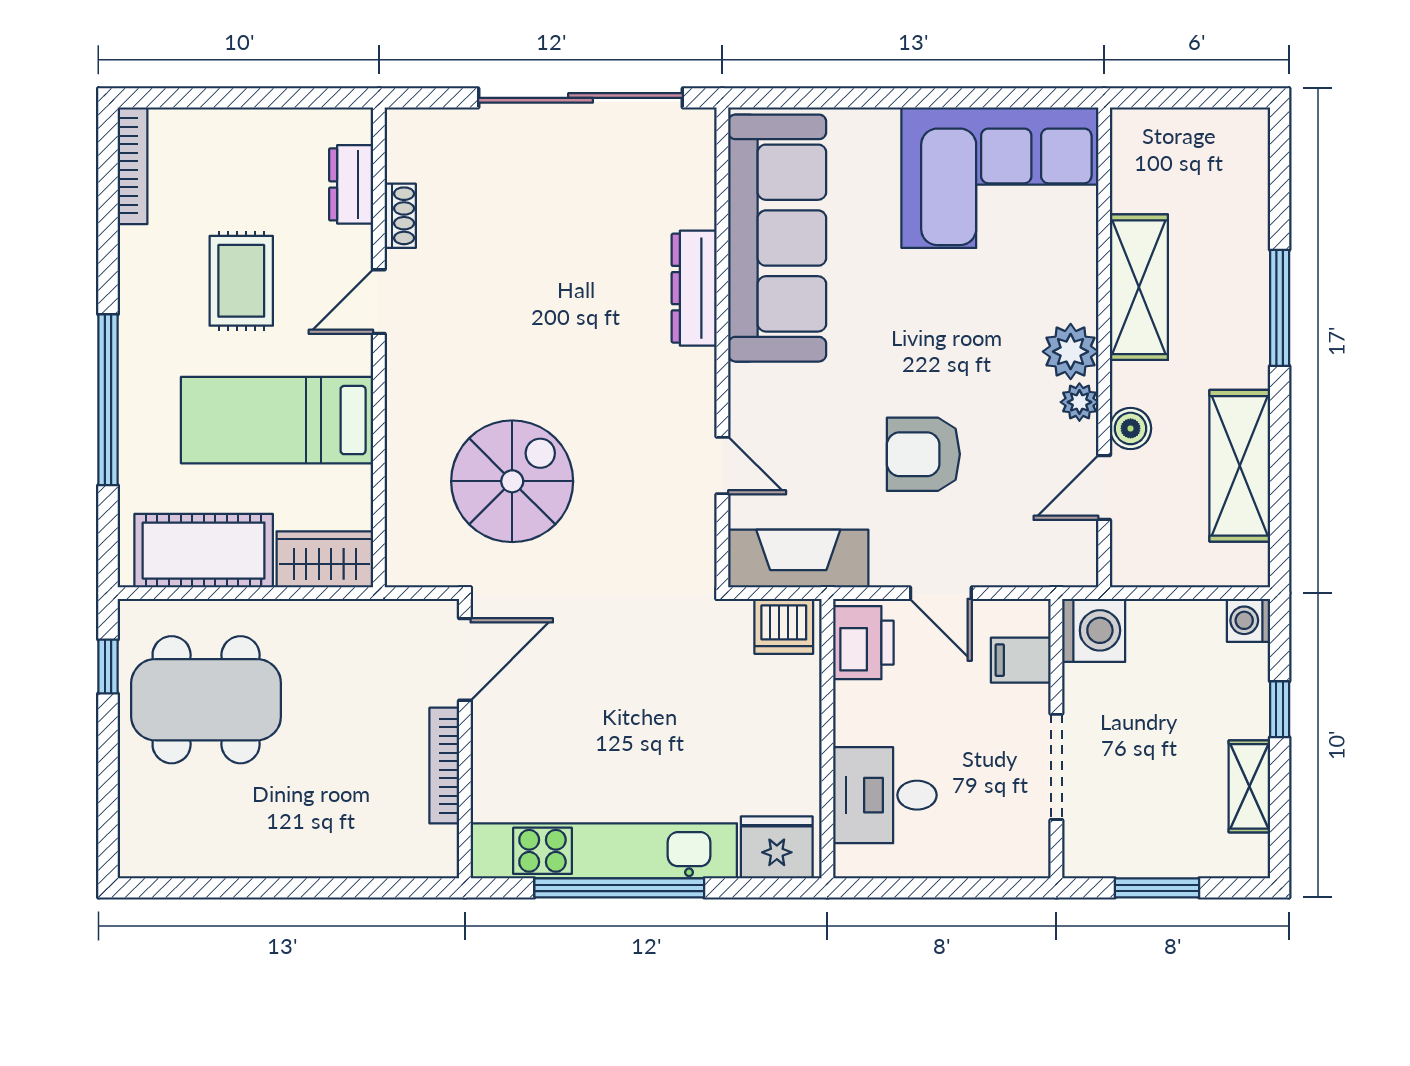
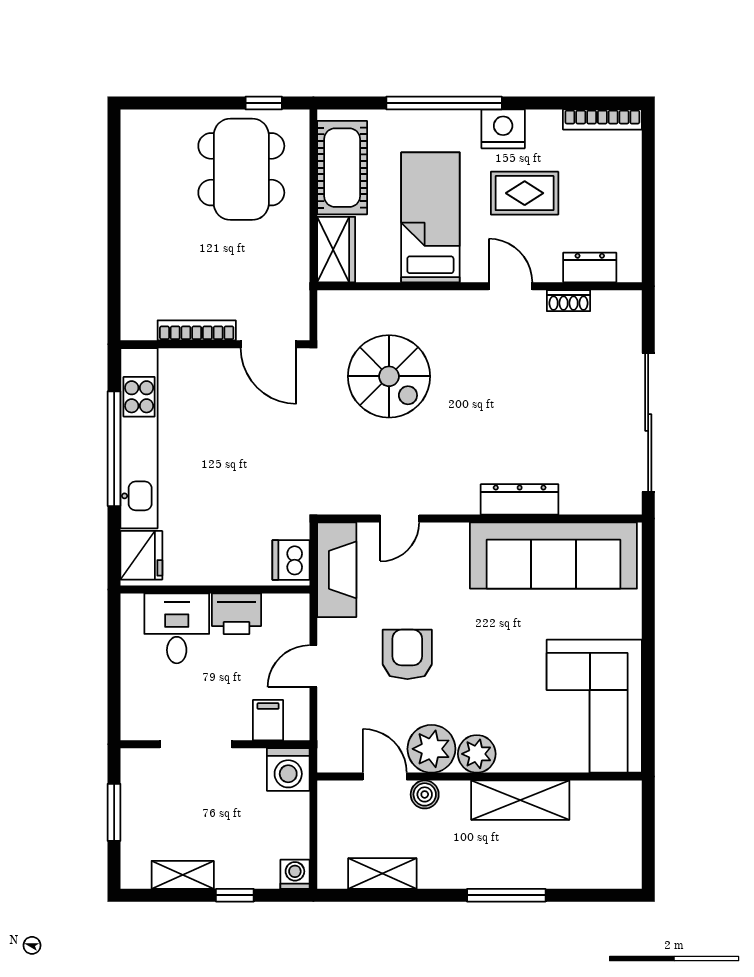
nightstand: (146, 313) -> (503, 129), added
plant: (1079, 402) -> (431, 749), width x1.87, depth x1.87
shelving: (1240, 466) -> (382, 873), width x0.67, depth x0.75
printer: (863, 643) -> (236, 614), moved

